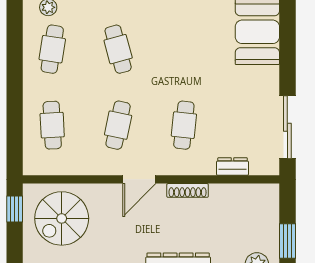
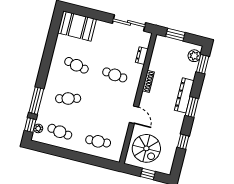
cafe table: (118, 125) -> (76, 65), moved
door: (139, 179) -> (134, 115), moved
window: (15, 209) -> (148, 174), moved
window: (287, 241) -> (175, 35), moved

